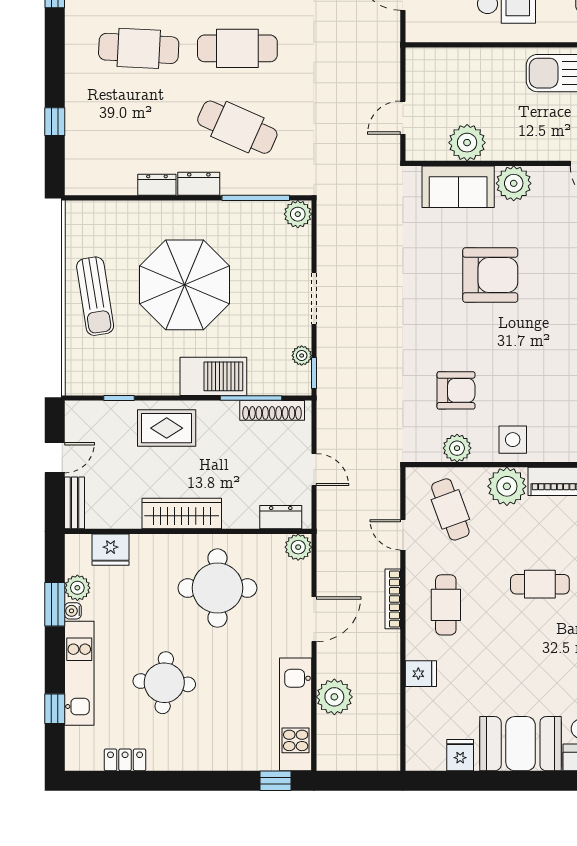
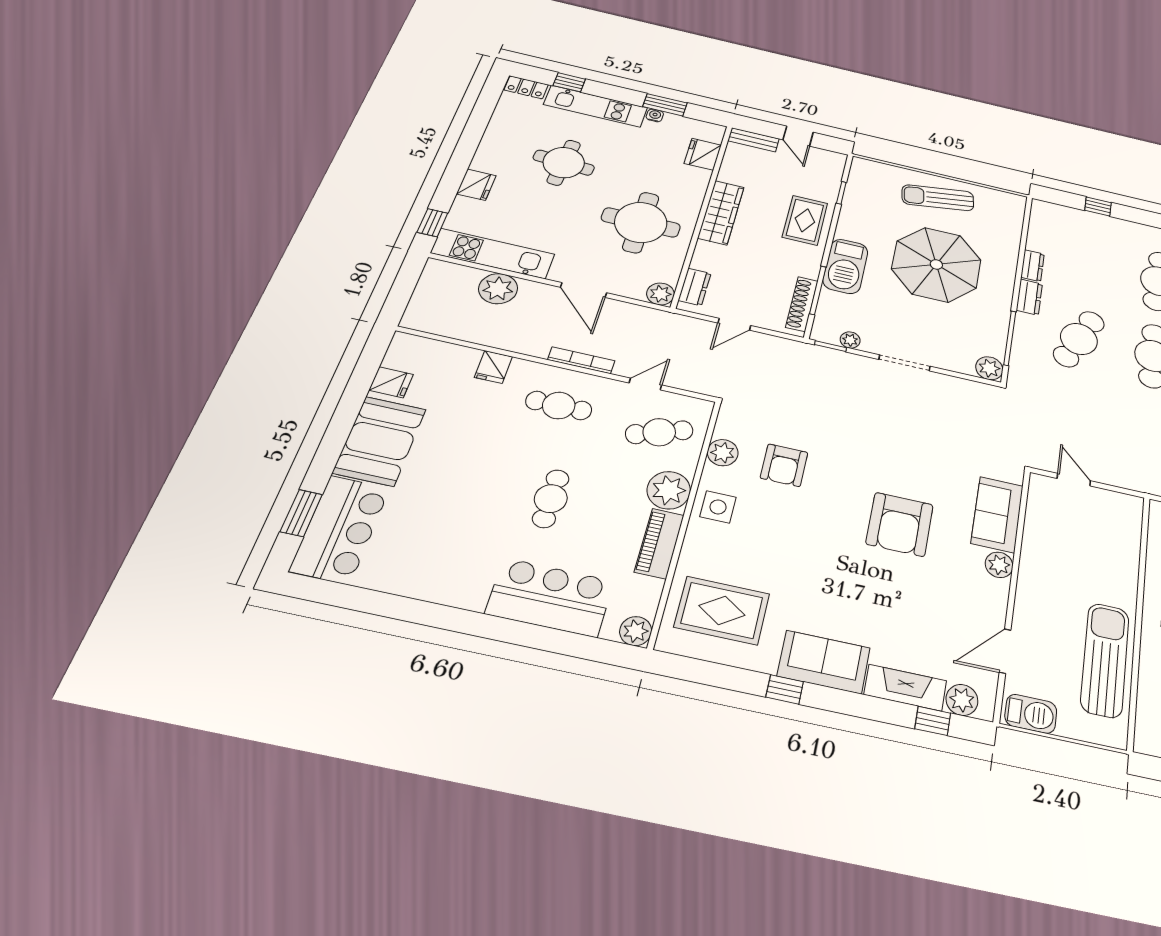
plant: (467, 143) -> (1042, 533), removed
plant: (514, 183) -> (999, 565), width x0.73, depth x0.73
plant: (77, 588) -> (675, 123), removed
fridge: (218, 756) -> (476, 185), added
locker: (125, 760) -> (526, 87), moved, turned 90

